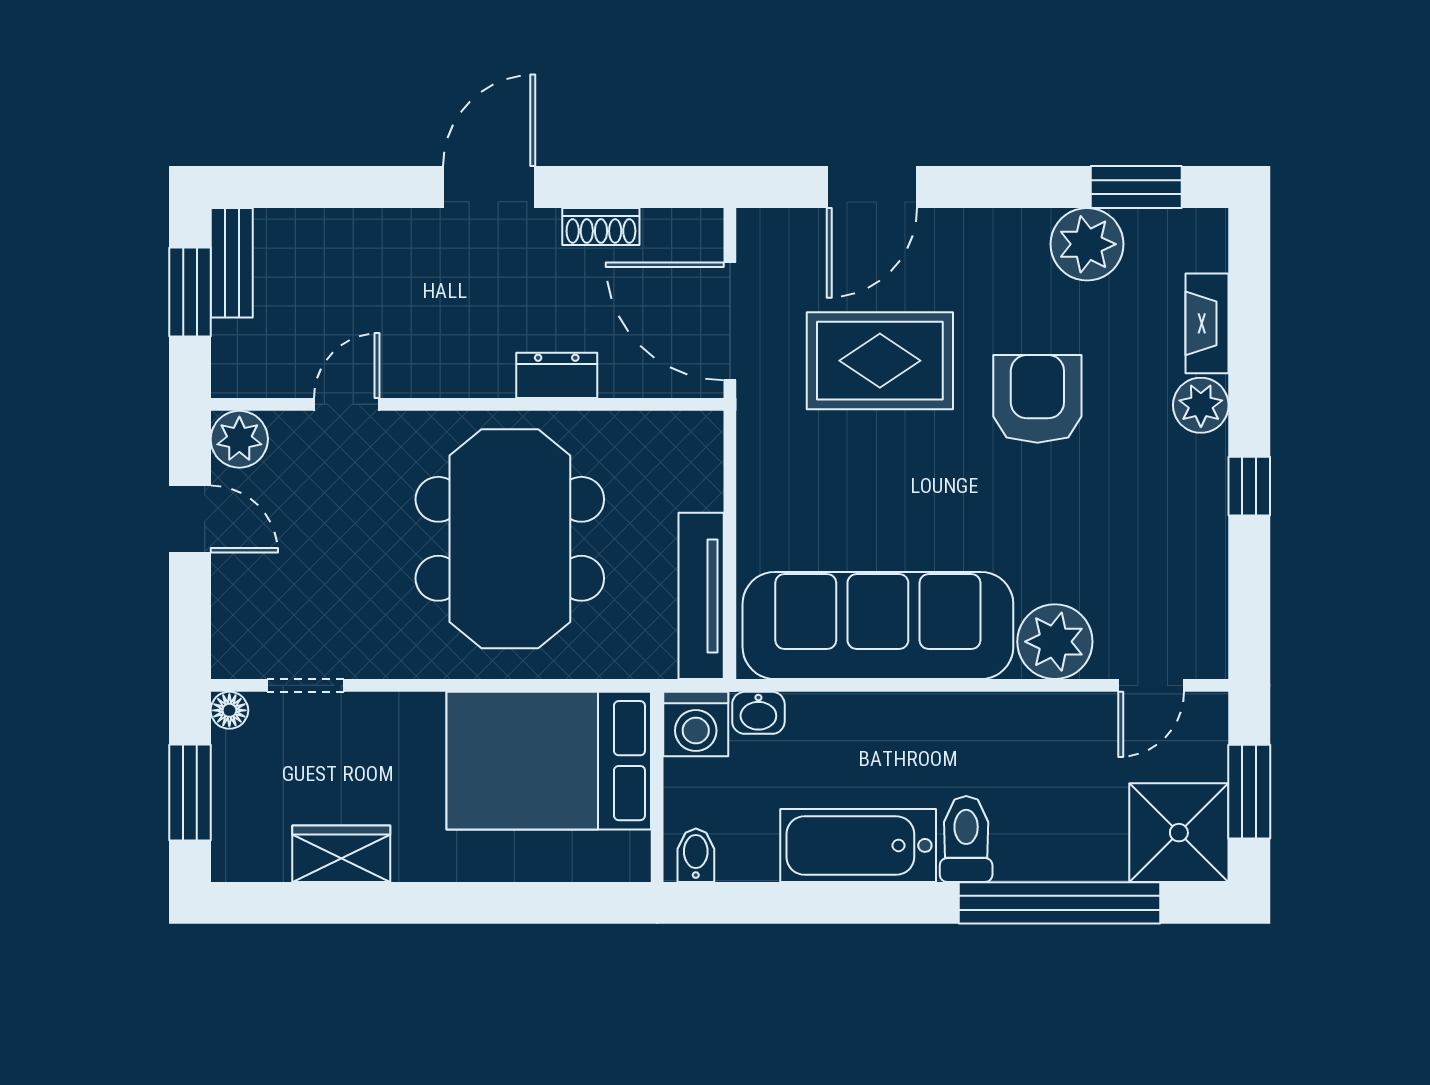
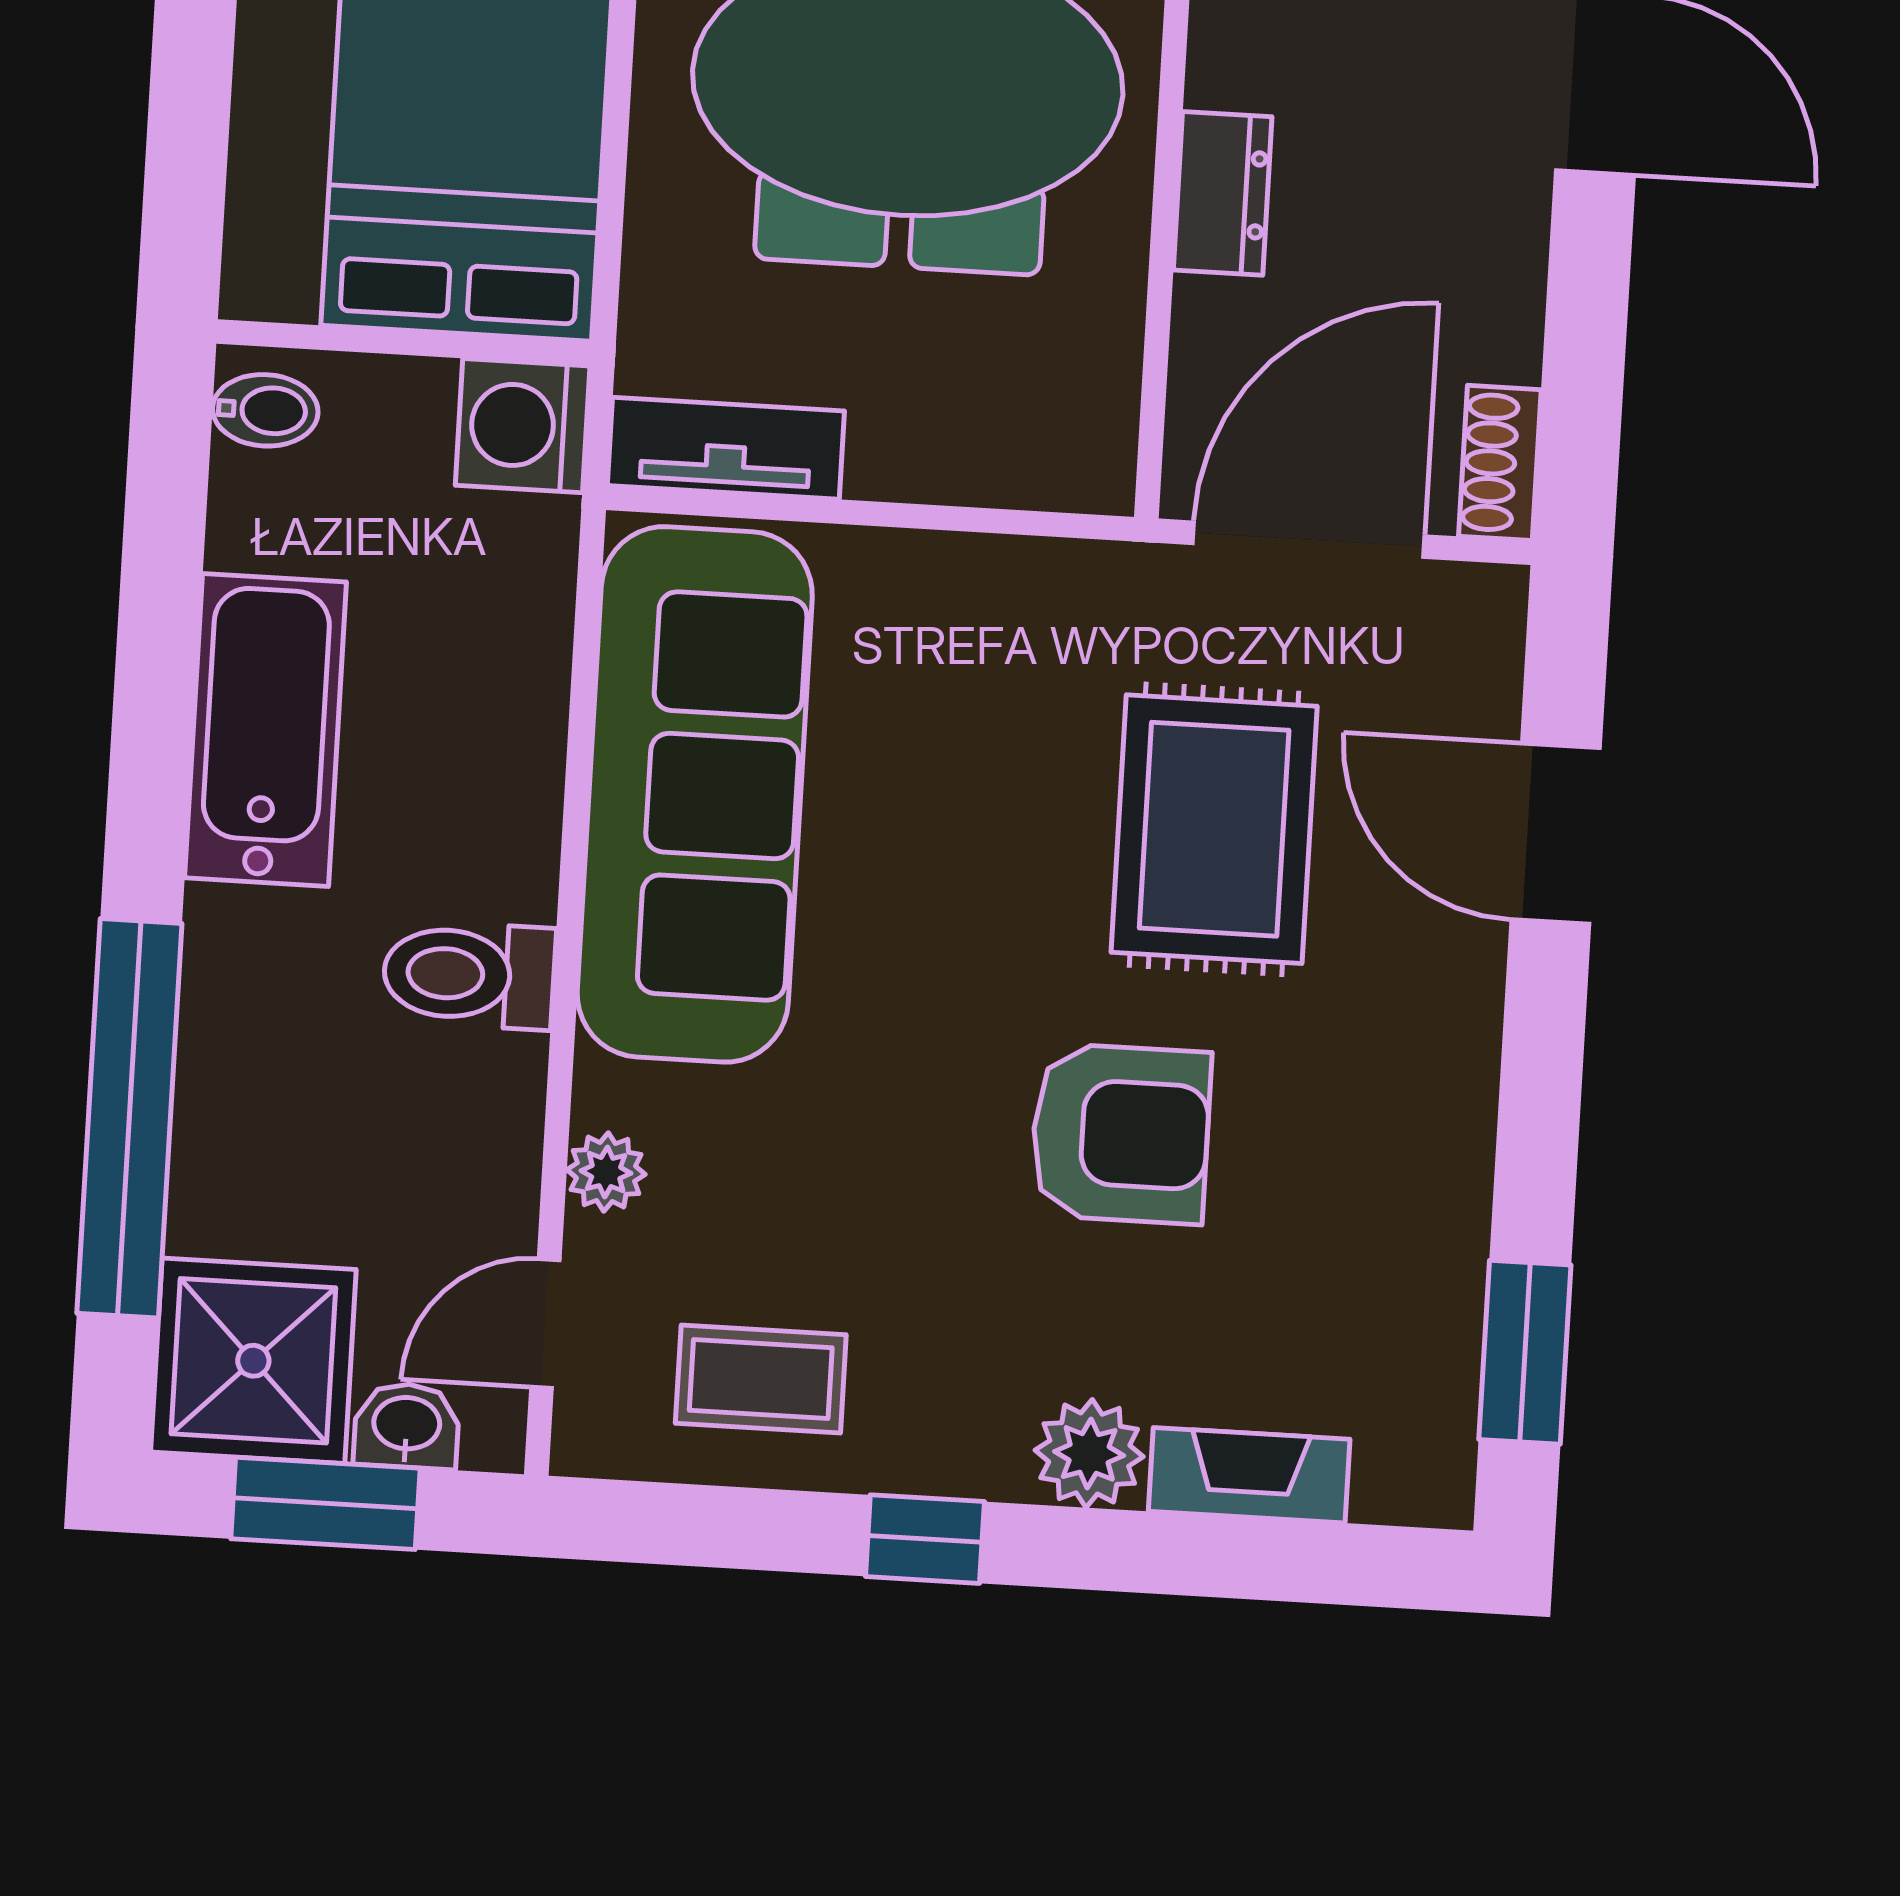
shoe rack: (601, 227) -> (1500, 463), moved
plant: (1087, 244) -> (1418, 1249), removed
coffee table: (1173, 574) -> (761, 1379), added
tv unit: (701, 596) -> (726, 448), width x0.71
plant: (1055, 642) -> (606, 1172), width x0.53, depth x0.53
door: (1151, 685) -> (545, 1324), hinge flipped
washbasin: (758, 713) -> (407, 1426), moved, turned 90
toilet: (966, 839) -> (469, 975), moved, turned 180

